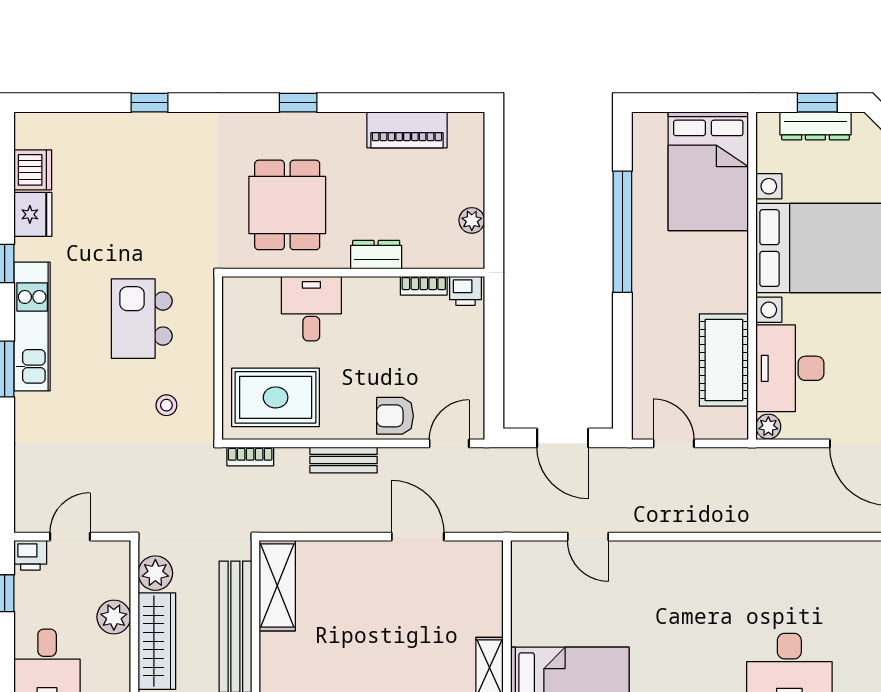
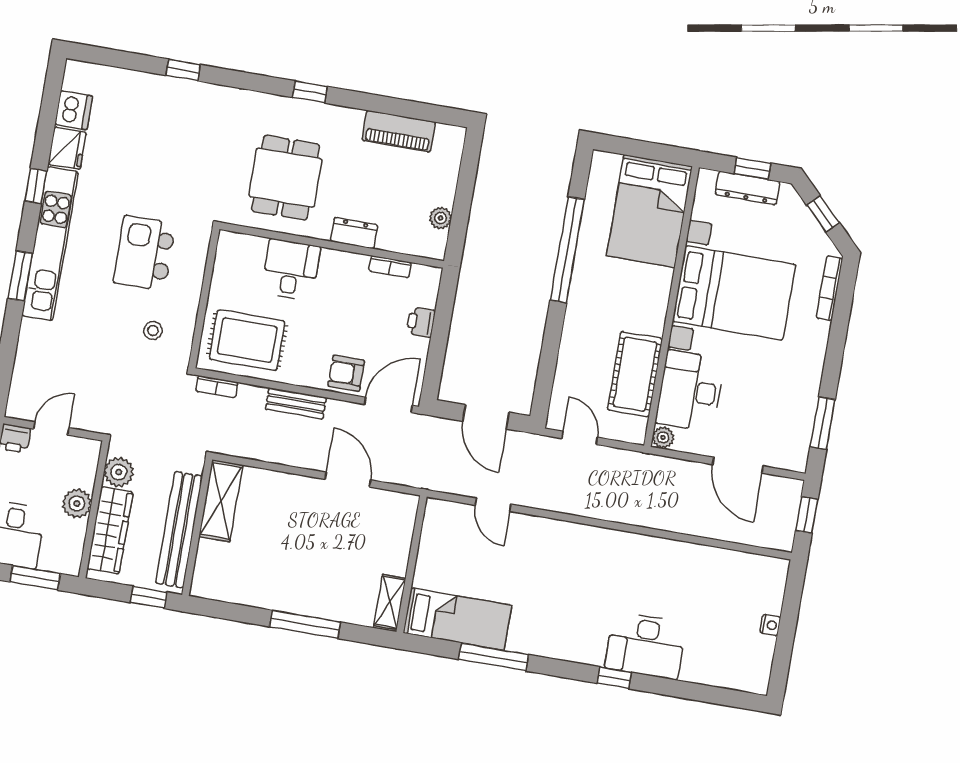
printer: (466, 291) -> (421, 322), moved, turned 90
kitchen unit: (32, 327) -> (50, 244), width x1.36
door: (449, 443) -> (388, 405), width x1.38

